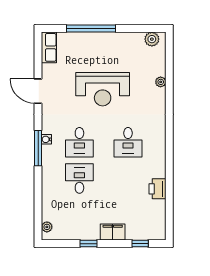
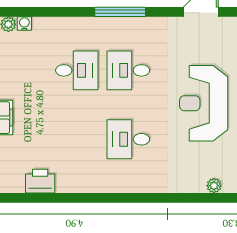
water cooler: (46, 139) -> (24, 24), moved
printer: (158, 189) -> (40, 181), moved

